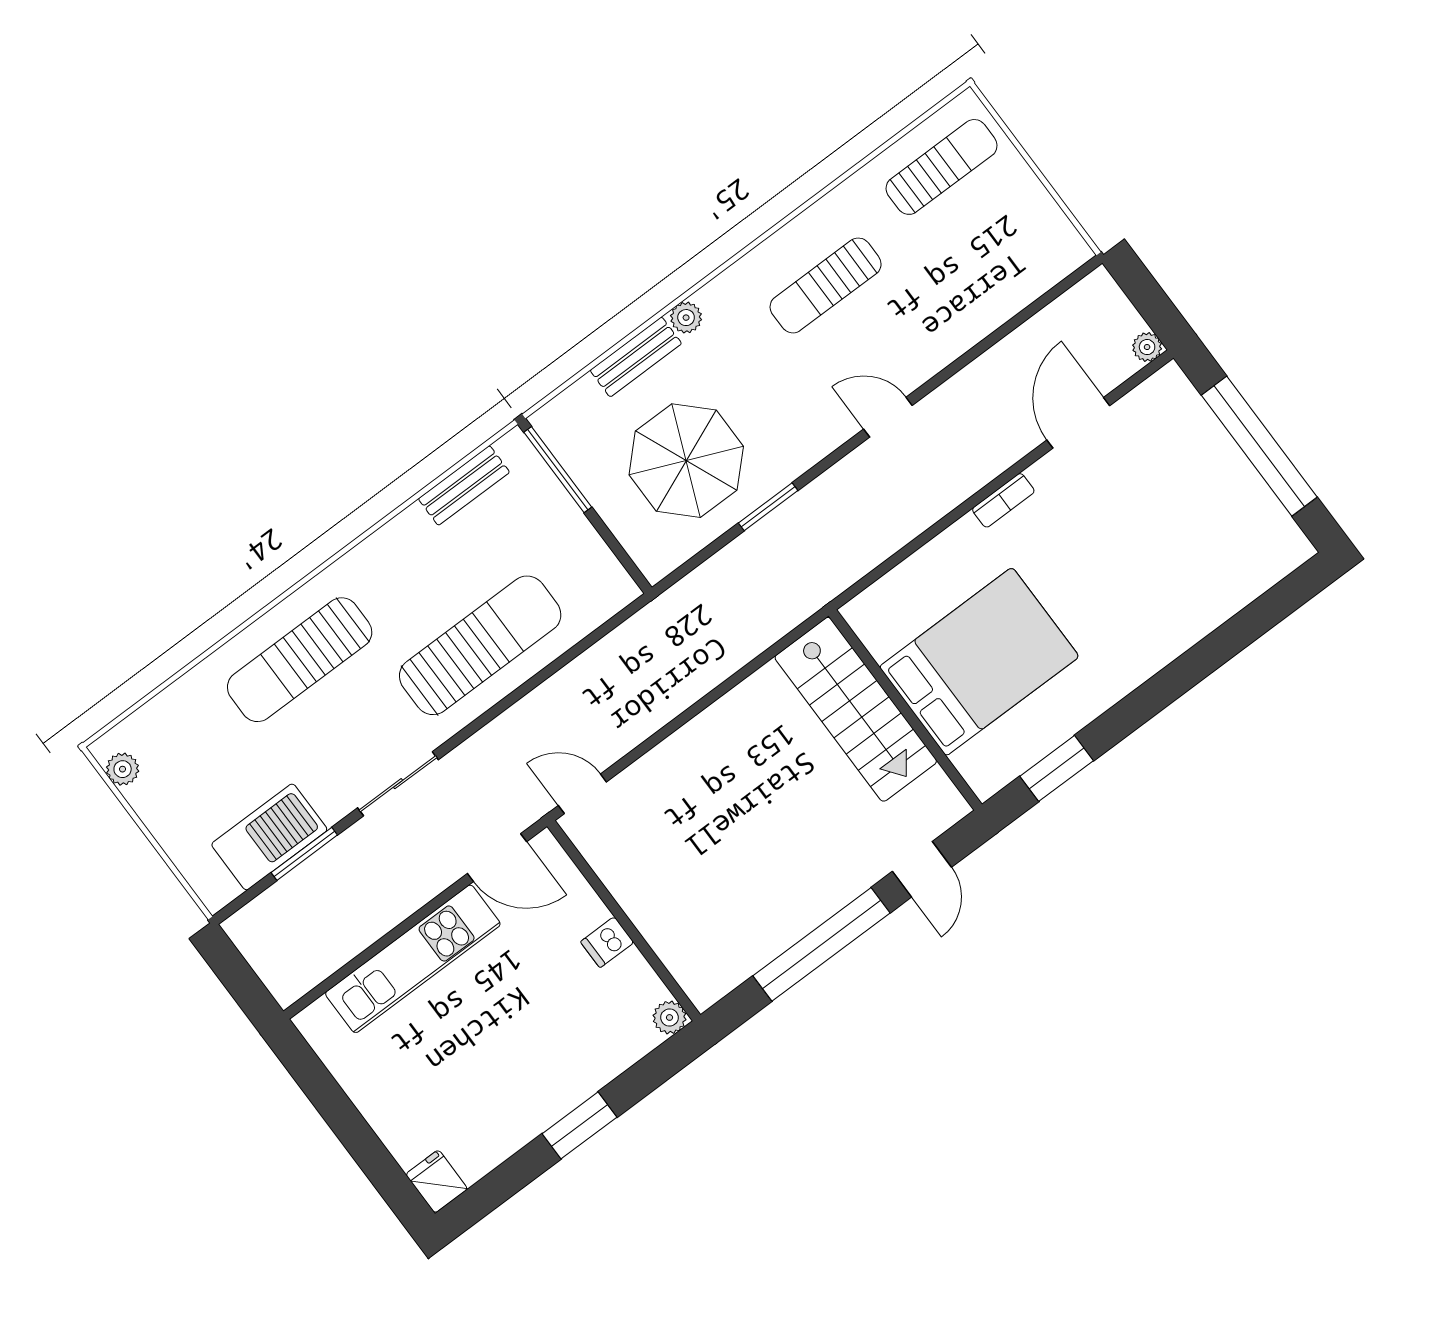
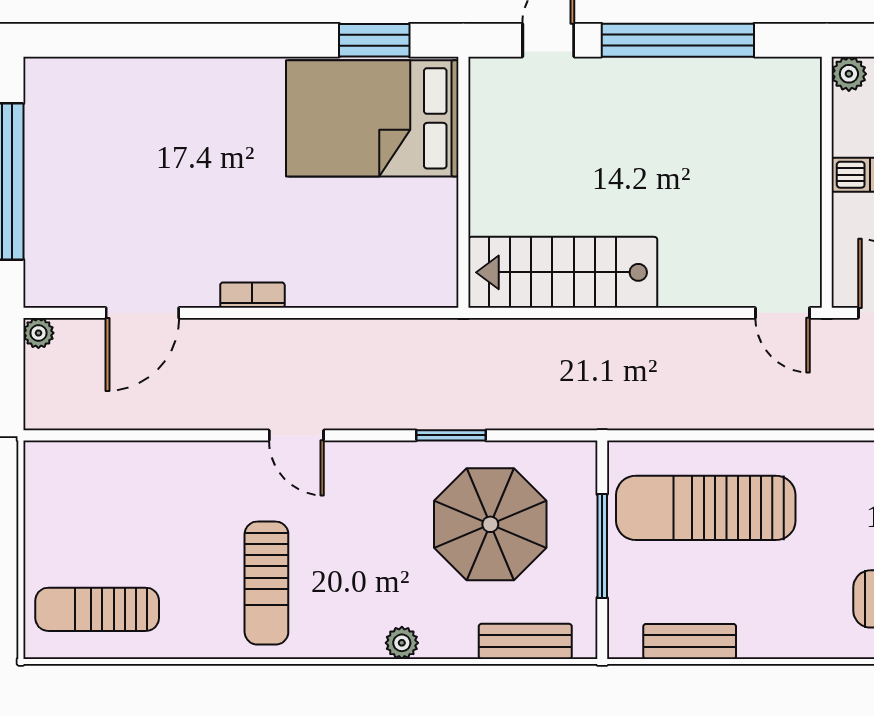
sun lounger: (826, 285) -> (266, 583), turned 90
bench: (636, 357) -> (525, 641), moved
window: (558, 470) -> (602, 546), moved
sun lounger: (480, 645) -> (706, 508), moved
bed: (979, 662) -> (372, 118), moved
stairs: (856, 709) -> (563, 272), moved, turned -90

